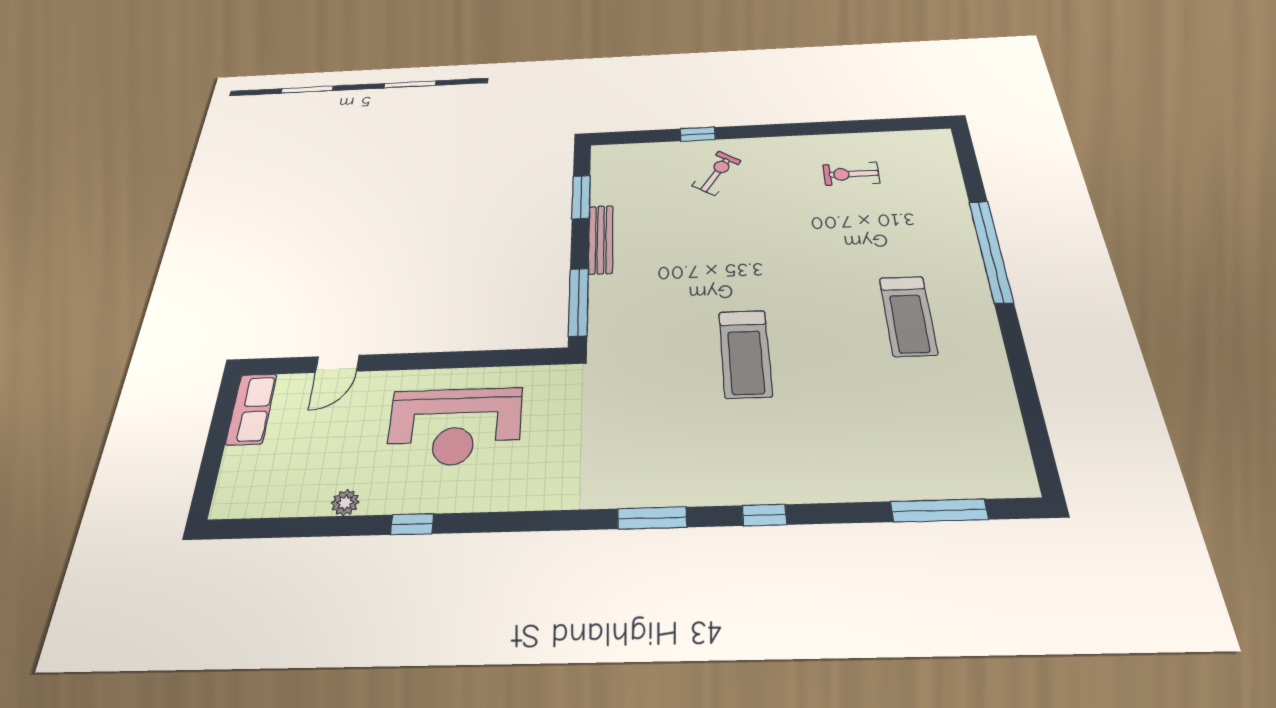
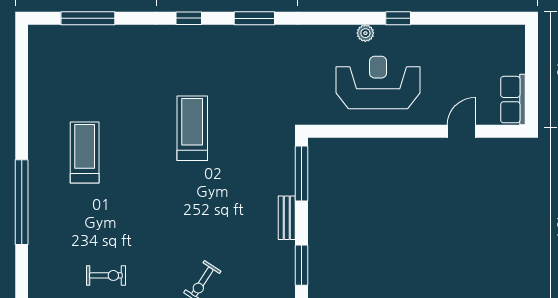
bench: (601, 239) -> (287, 218), width x0.73
plant: (345, 503) -> (365, 33), moved

